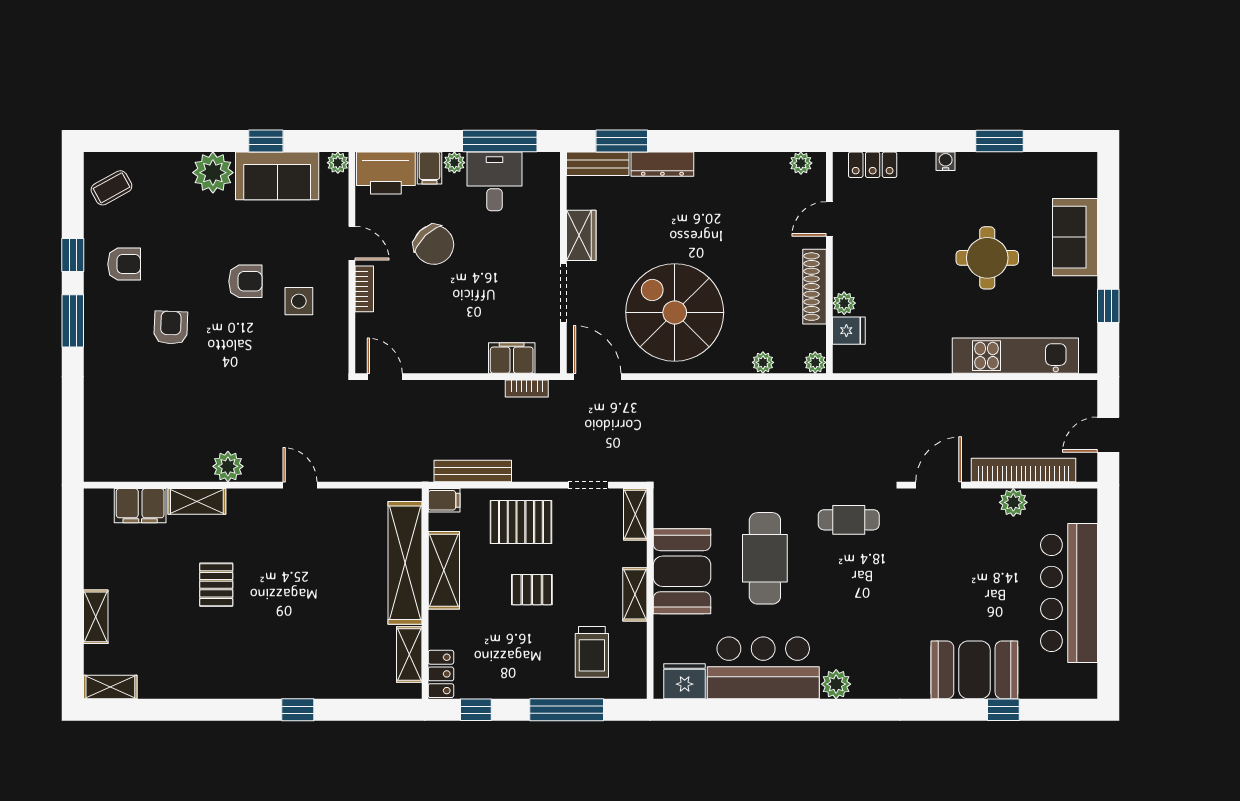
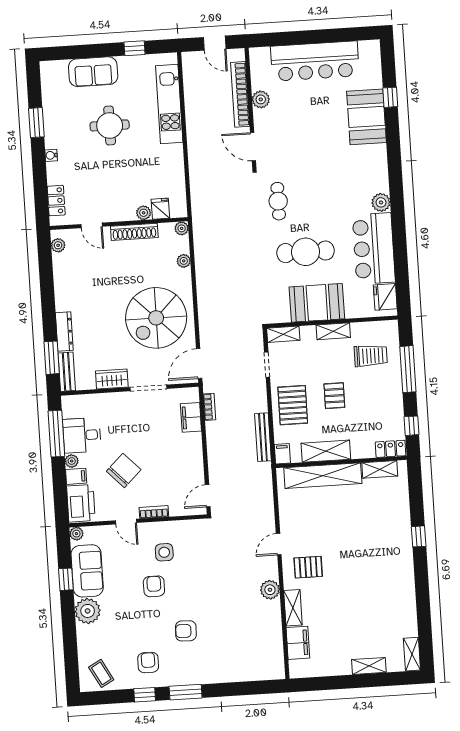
door: (352, 243) -> (126, 522), swing flipped
pallet: (216, 585) -> (308, 567), moved

